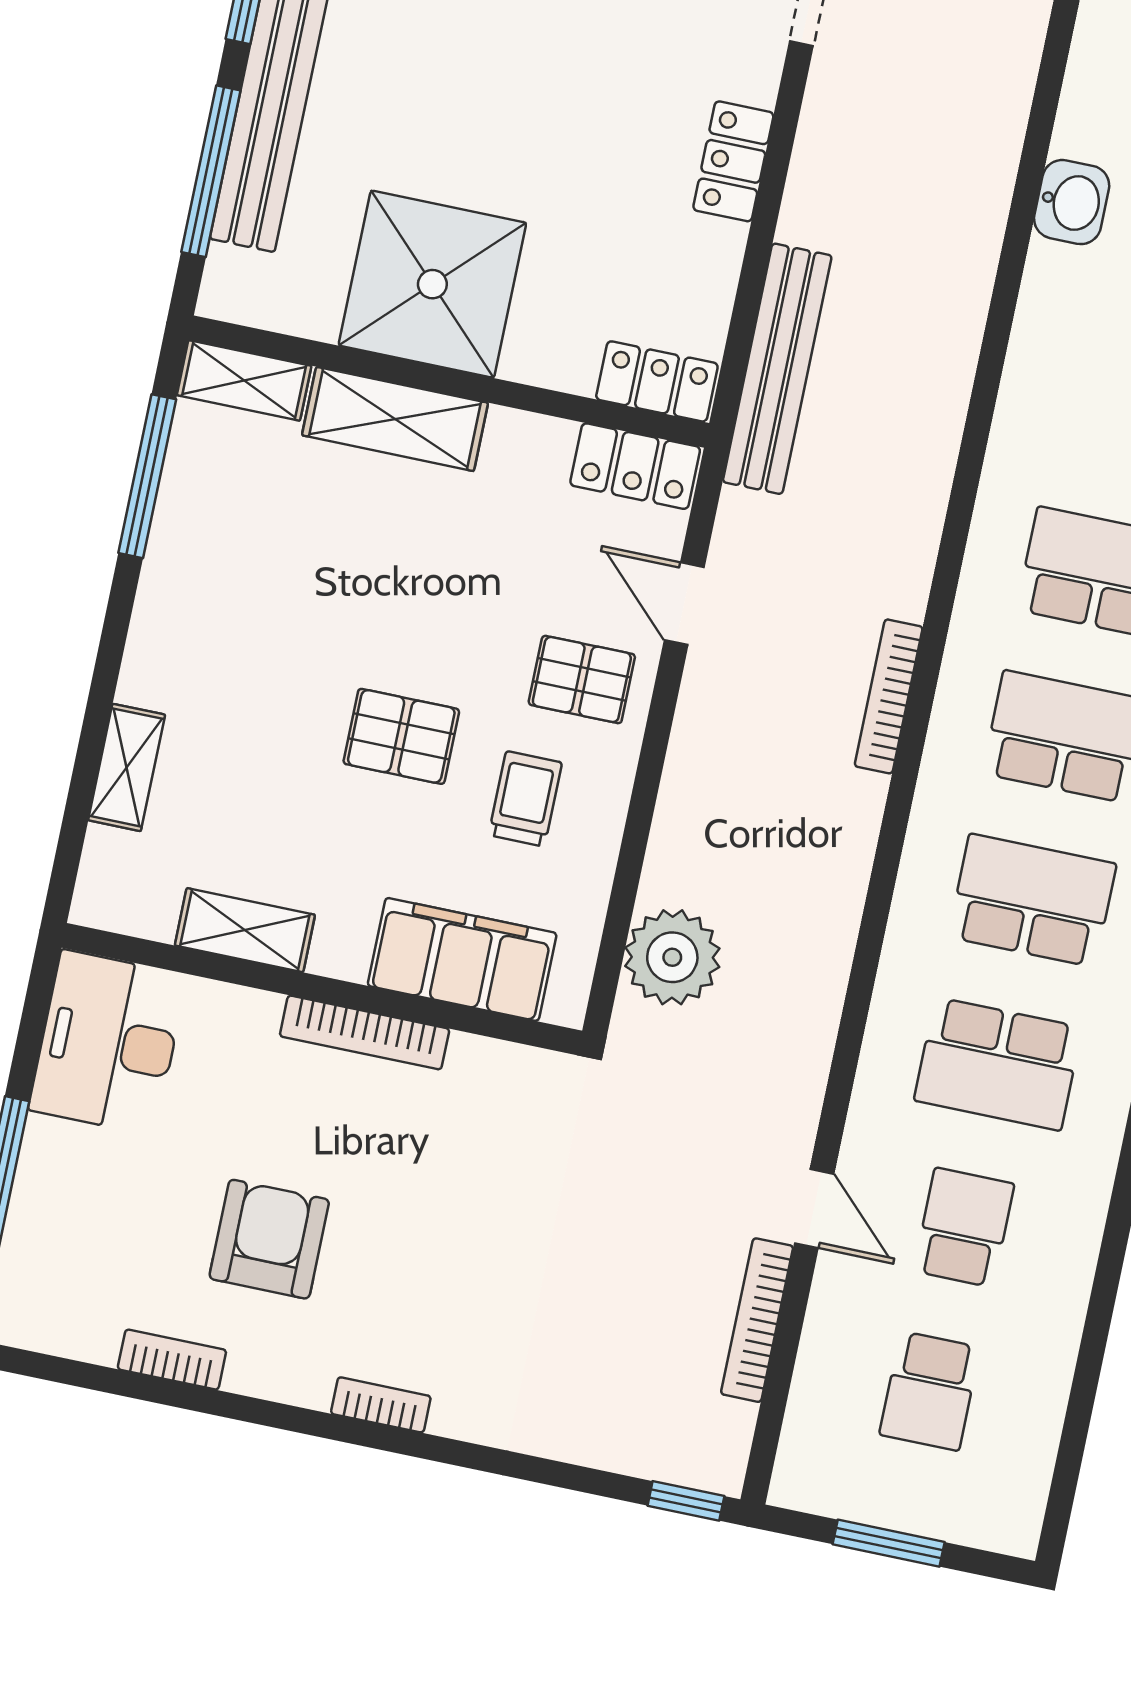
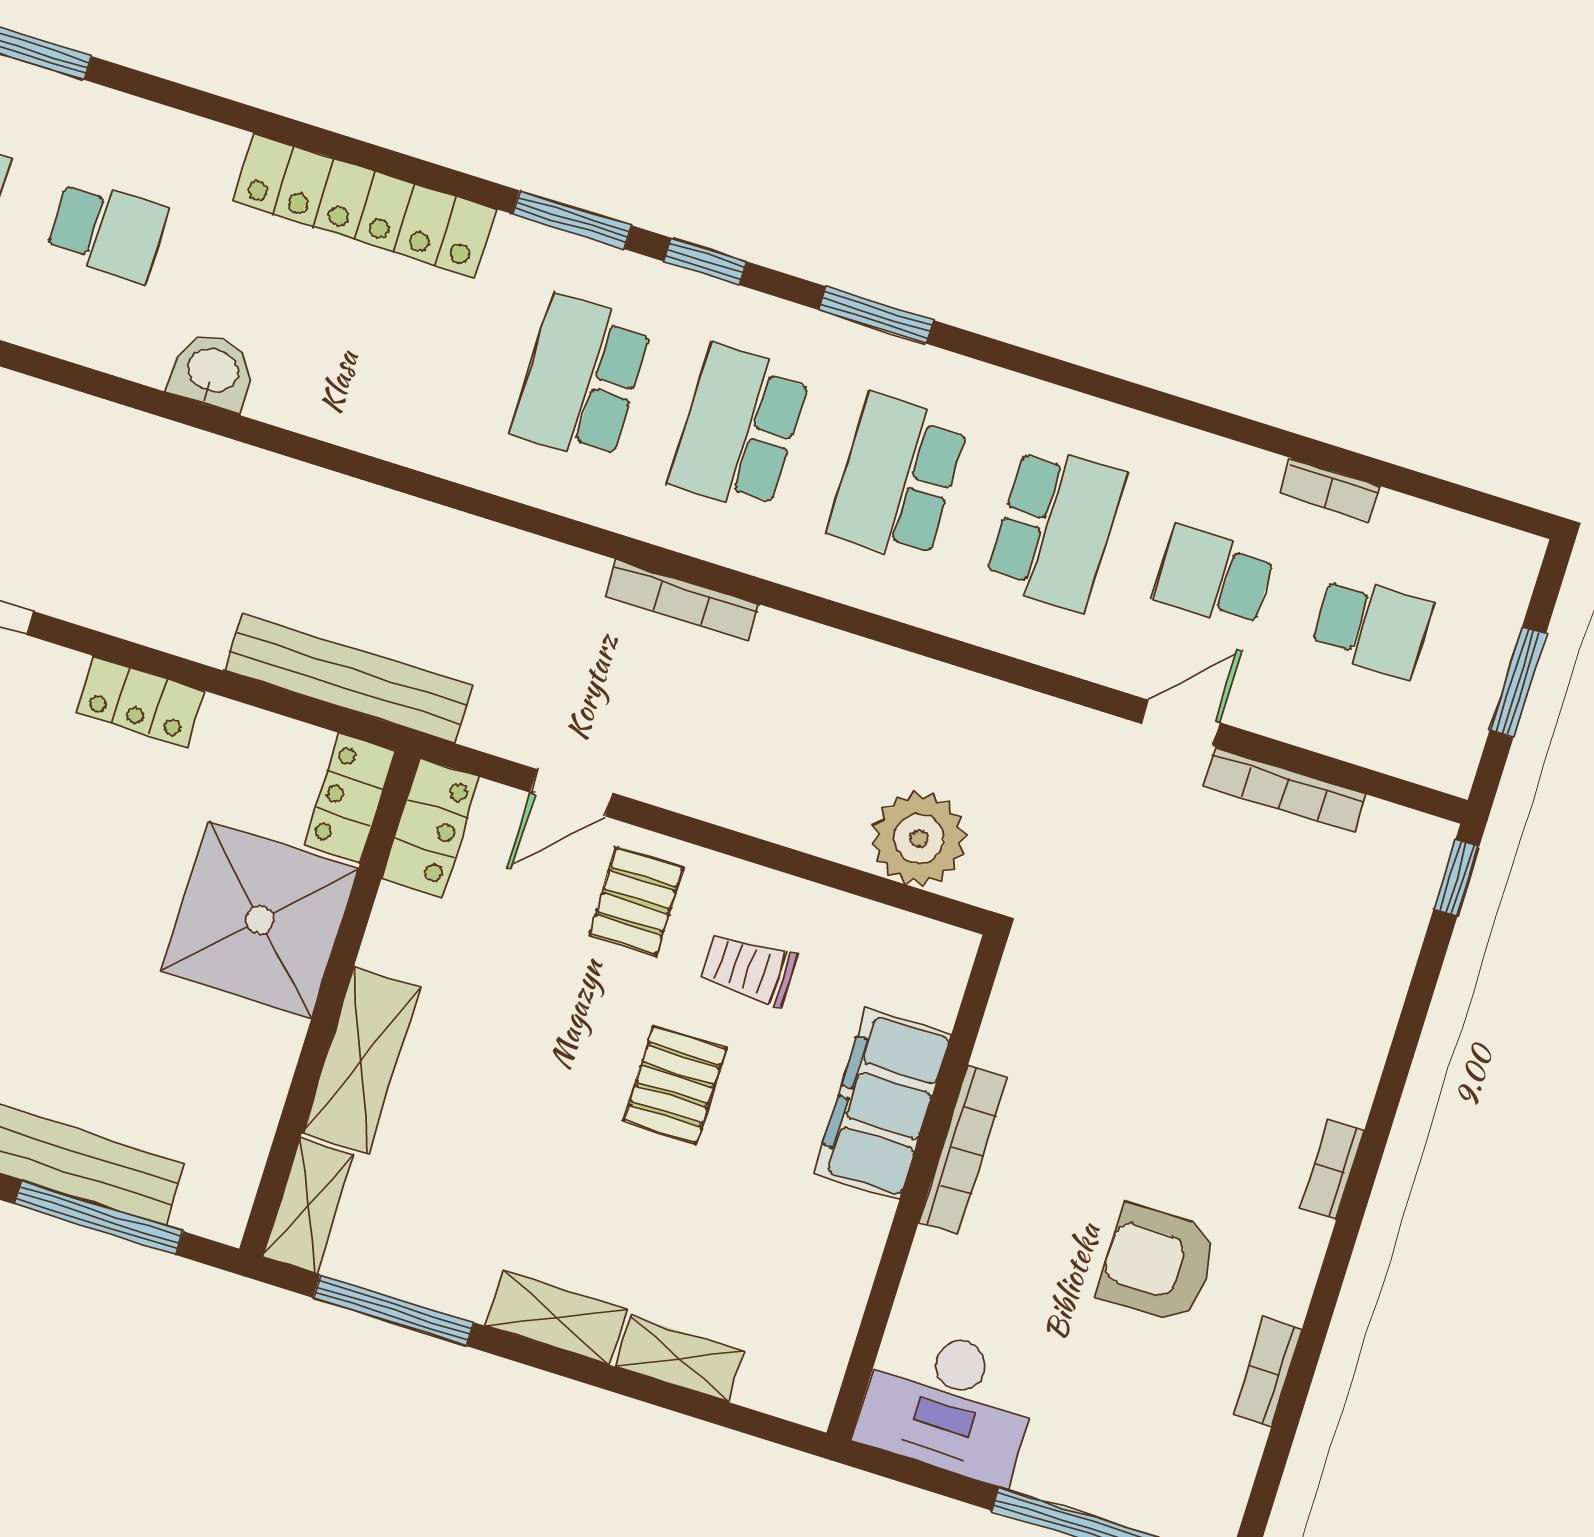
shower: (432, 284) -> (260, 920), moved
shelving: (245, 930) -> (556, 1318), moved, turned 90
filing cabinet: (462, 959) -> (883, 1104), moved
bookcase: (1063, 1335) -> (1329, 490), added

